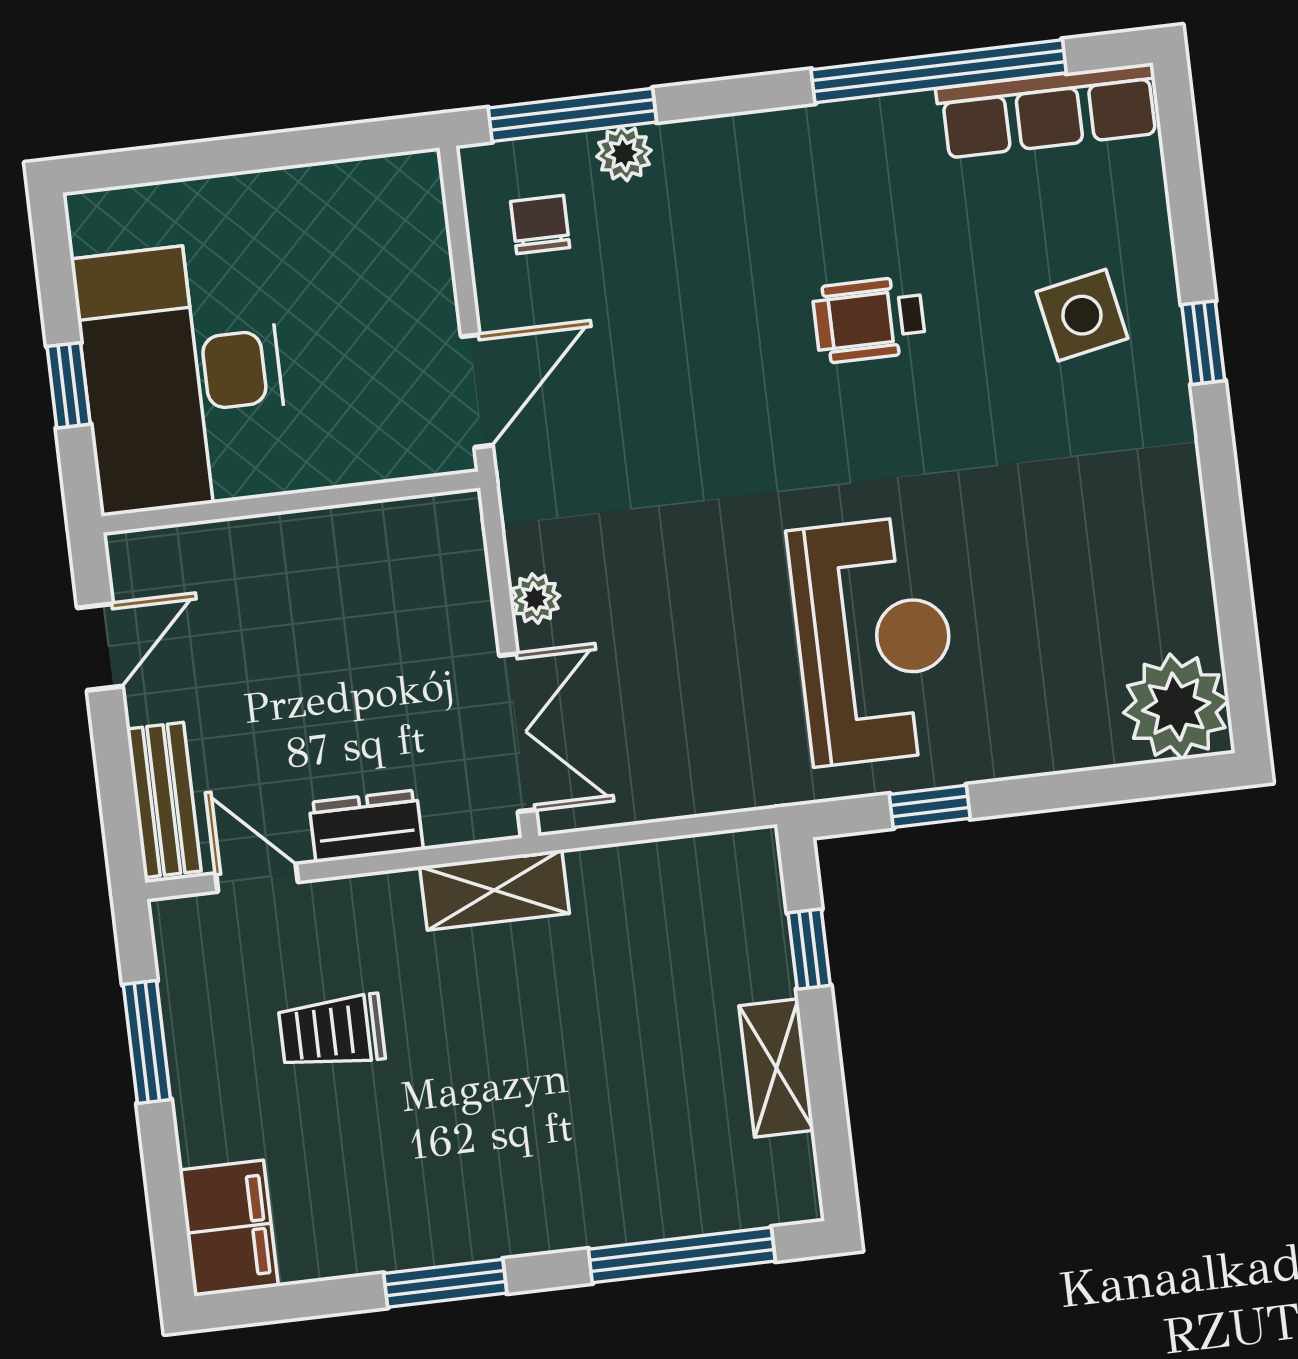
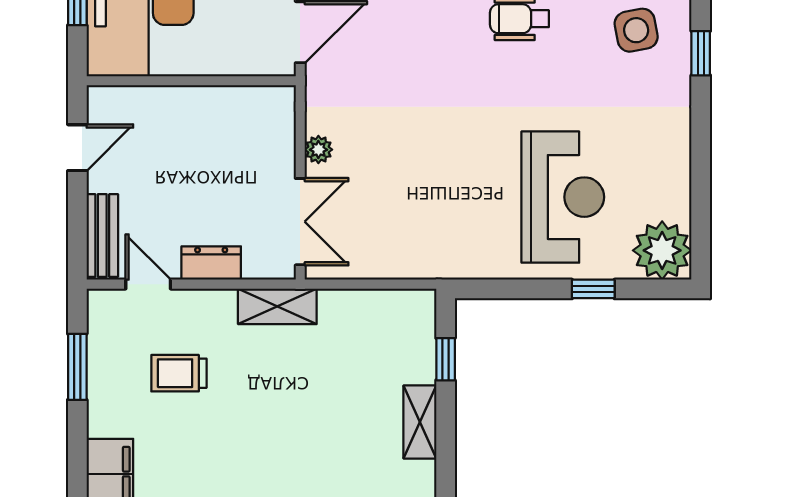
reception desk: (874, 640) -> (563, 197), moved
window: (930, 806) -> (593, 289), moved

